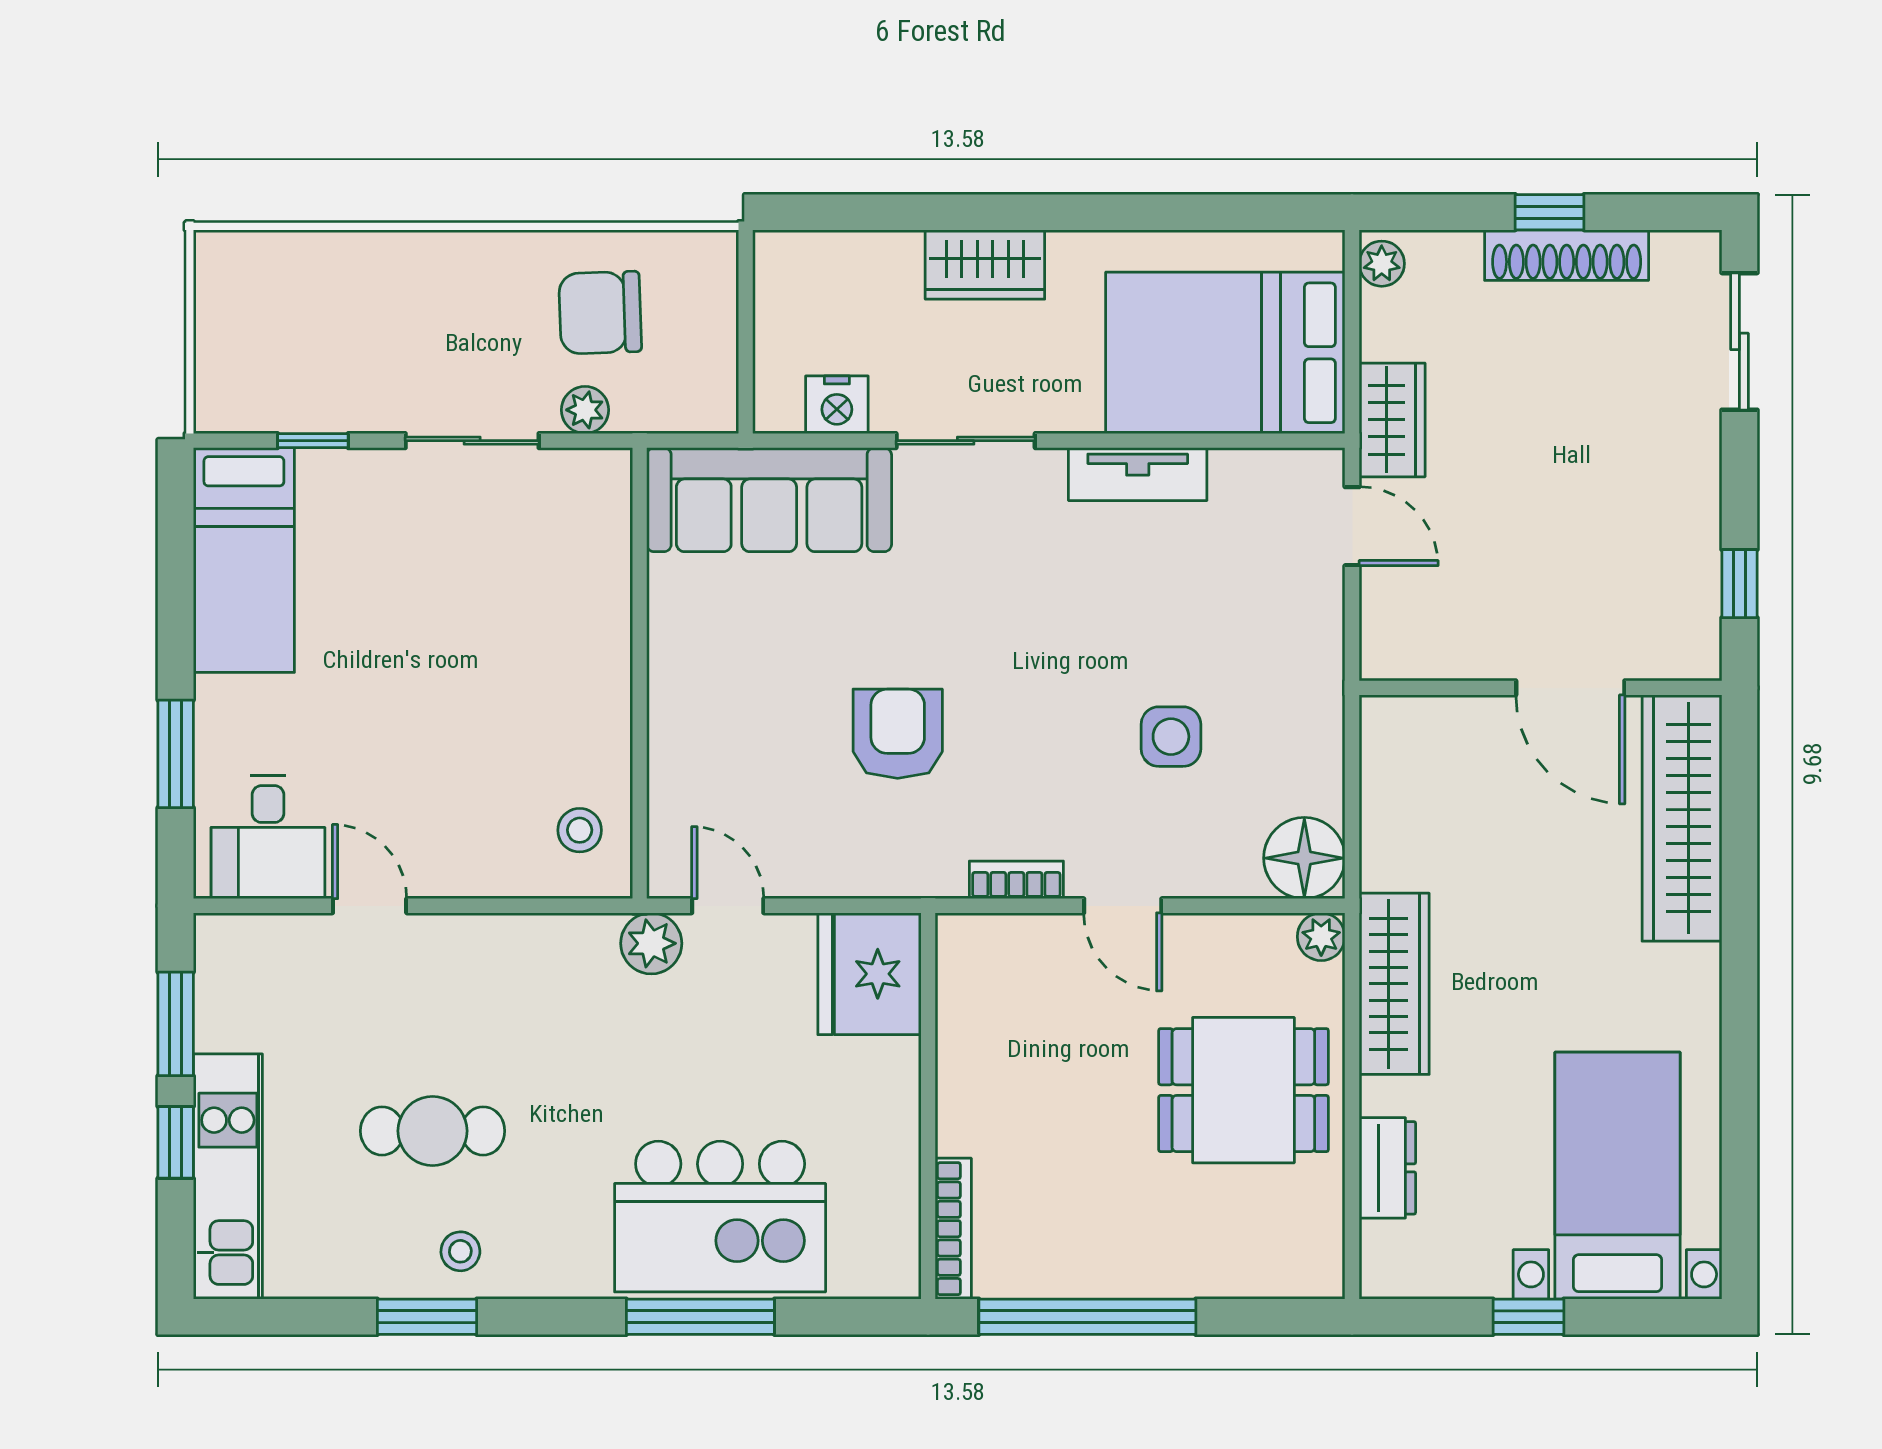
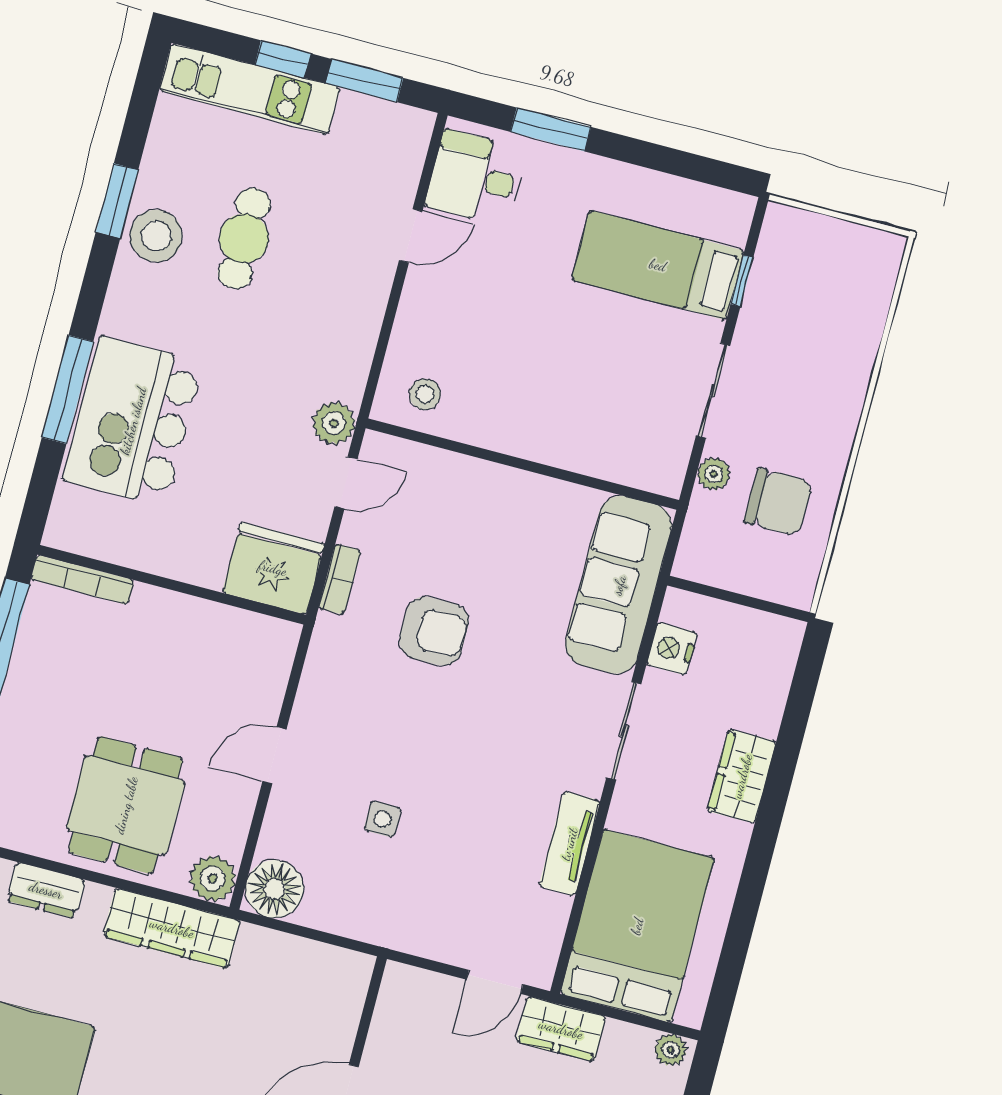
chair: (600, 313) -> (778, 502), turned 92
bed: (244, 560) -> (658, 265), moved
side table: (1171, 737) -> (382, 819), width x0.73, depth x0.73
bookcase: (1016, 880) -> (340, 579), moved
plant: (1321, 937) -> (213, 879), width x1.38, depth x1.38
stool: (460, 1251) -> (156, 236), width x1.89, depth x1.89

